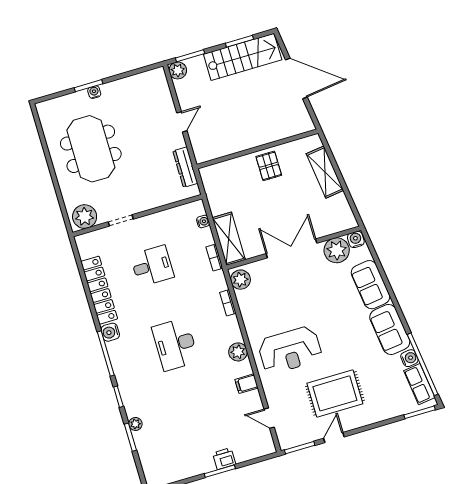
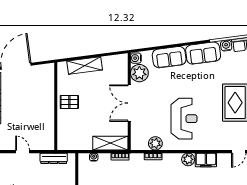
plant: (241, 280) -> (155, 143), moved
reception desk: (290, 350) -> (184, 119), moved
filing cabinet: (246, 384) -> (206, 160), width x2.00

